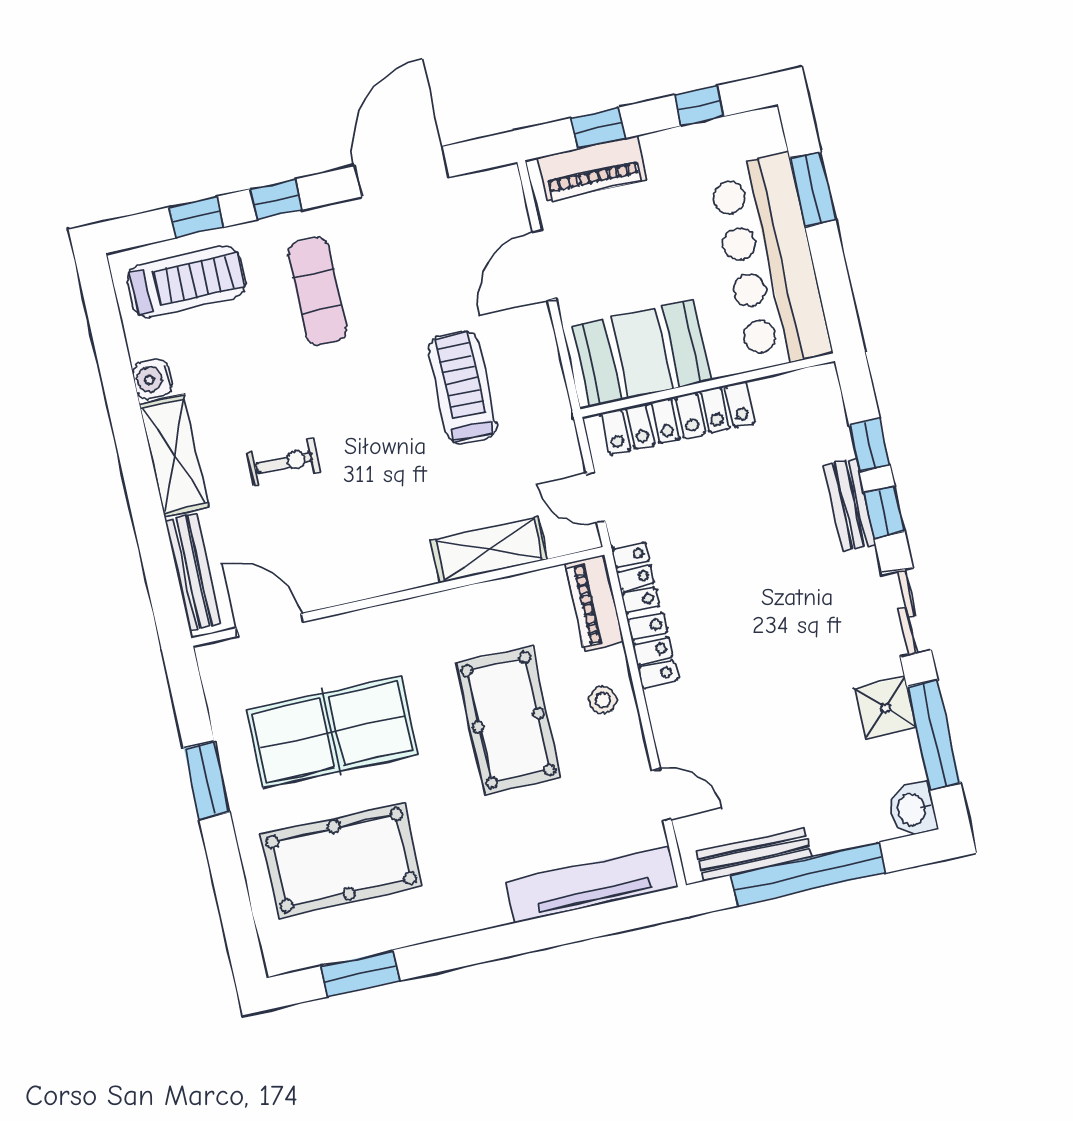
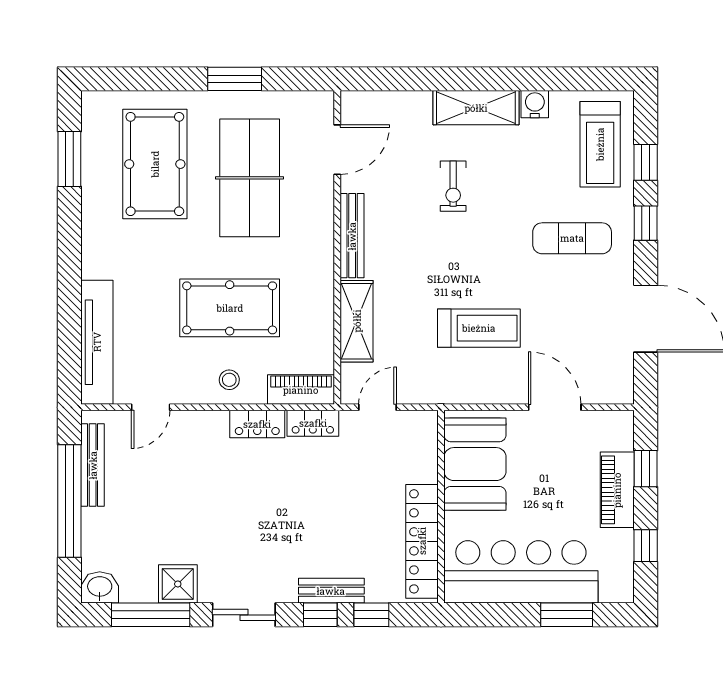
piano: (592, 169) -> (617, 490), moved
locker: (678, 418) -> (422, 541), moved
bench: (193, 572) -> (352, 236), moved, turned 90

